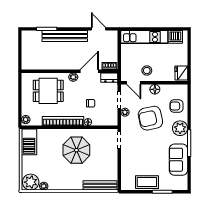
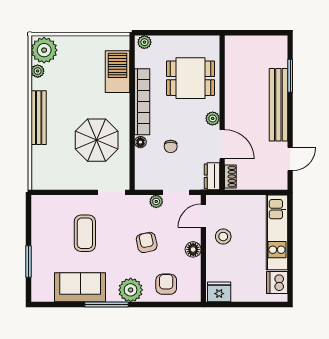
dining table: (48, 91) -> (191, 78), turned 90
armchair: (150, 118) -> (147, 242), width x0.53, depth x0.53
barbecue: (29, 142) -> (117, 72), moved, turned 90
parasol: (76, 150) -> (97, 140), moved
coffee table: (147, 182) -> (85, 233), moved
bench: (100, 185) -> (39, 118), moved

